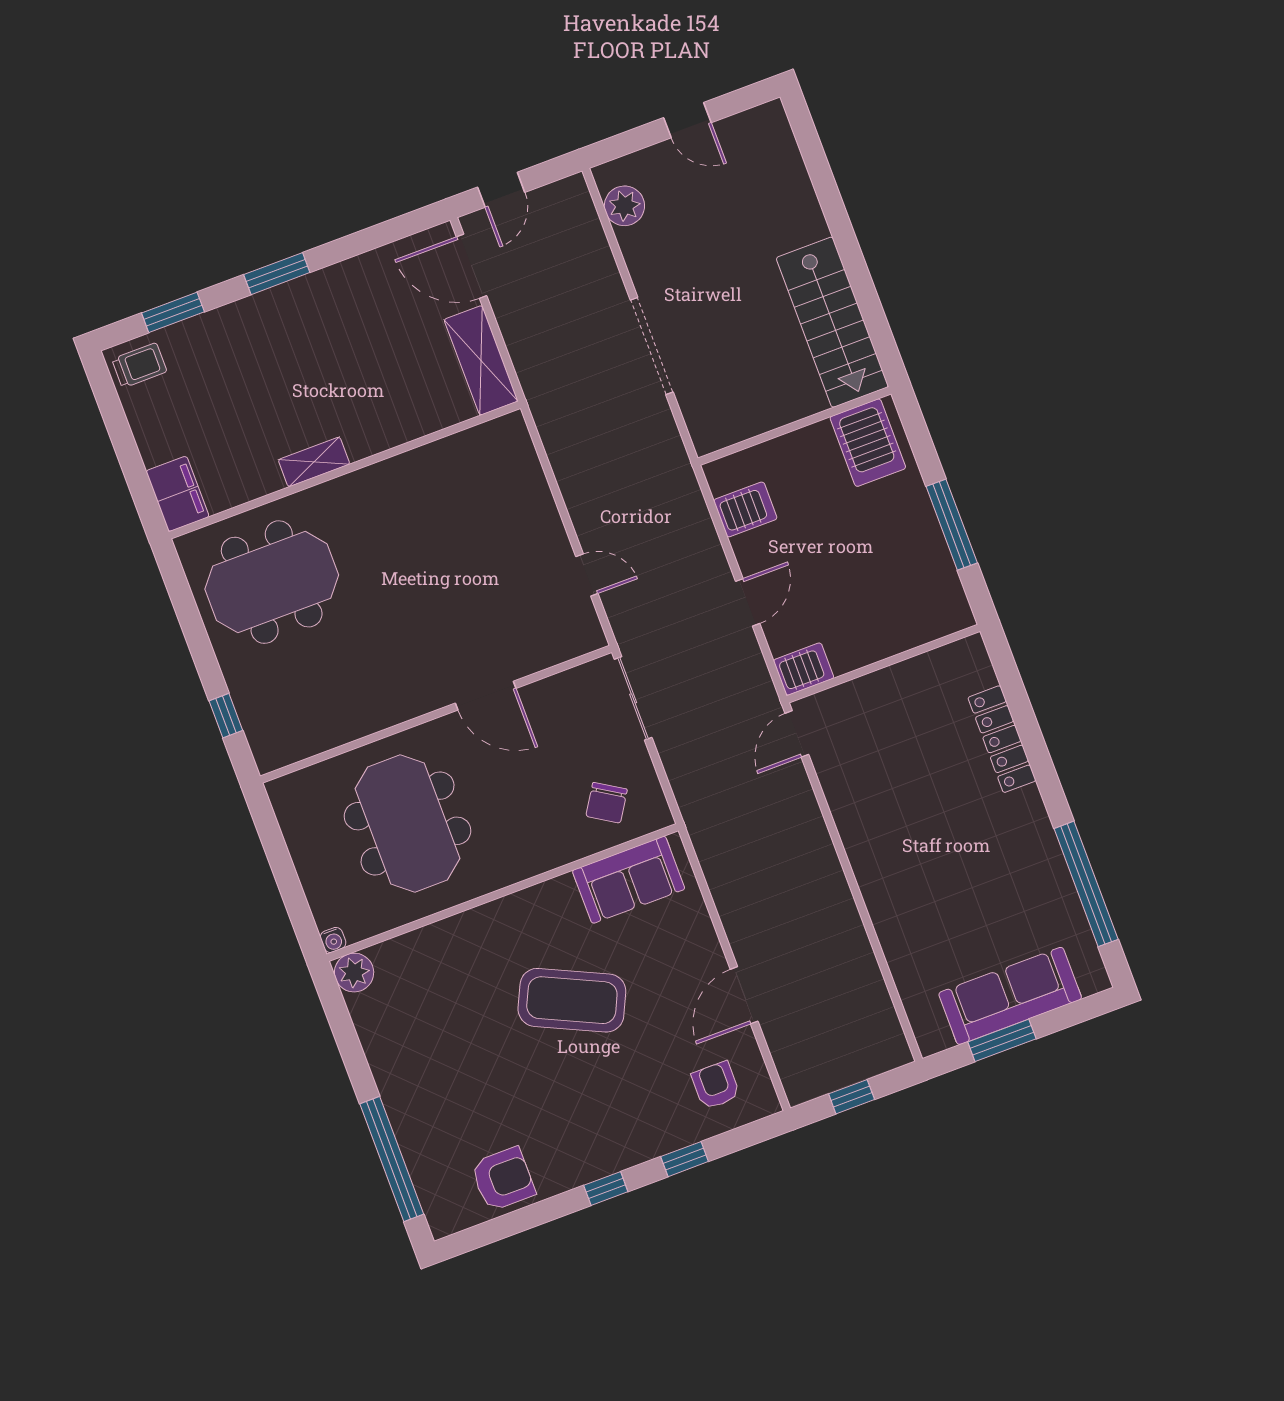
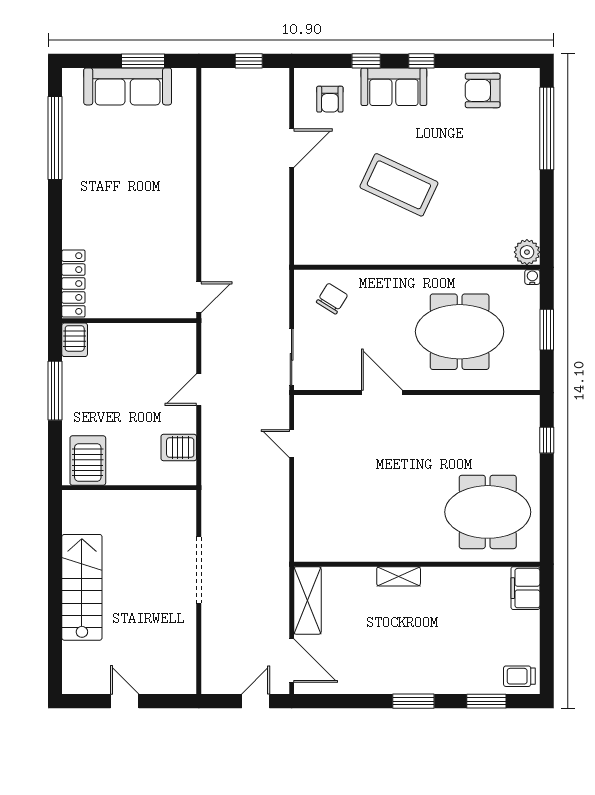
plant: (624, 206) -> (183, 663), removed
stairs: (832, 322) -> (82, 587), moved
shelving: (314, 462) -> (399, 576), moved
server rack: (804, 669) -> (75, 340), moved, turned -90
locker: (1002, 739) -> (73, 284), moved
meeting table: (408, 823) -> (460, 332), turned 90
window: (285, 873) -> (547, 330), added
sofa: (629, 880) -> (394, 87), moved, turned 180

